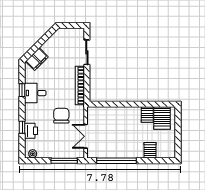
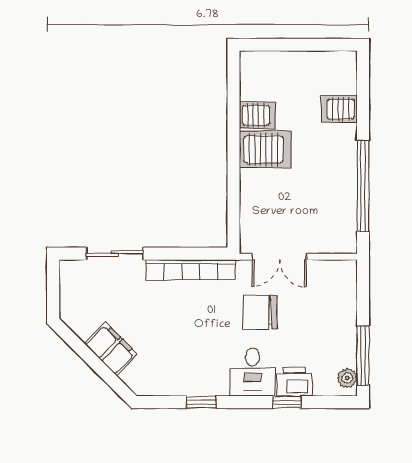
filing cabinet: (37, 59) -> (111, 349), moved
desk: (35, 93) -> (252, 372), moved
server rack: (162, 118) -> (265, 149), moved
double door: (86, 136) -> (279, 257), moved
window: (64, 161) -> (363, 356), moved

